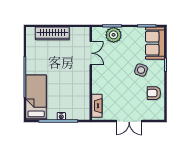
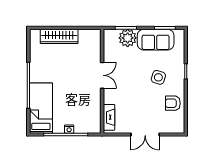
sofa: (155, 43) -> (156, 40), moved, turned -90
double door: (91, 53) -> (102, 75), moved

